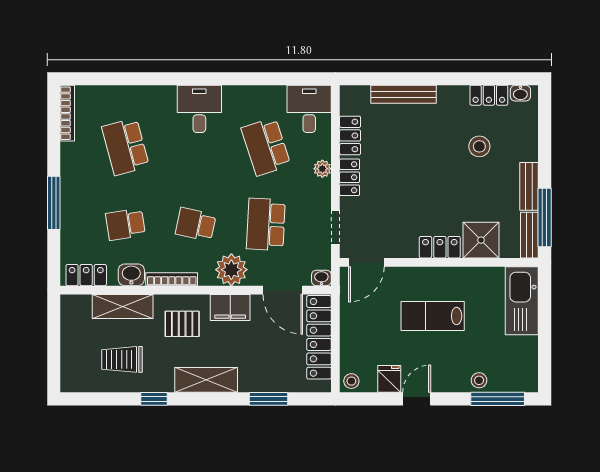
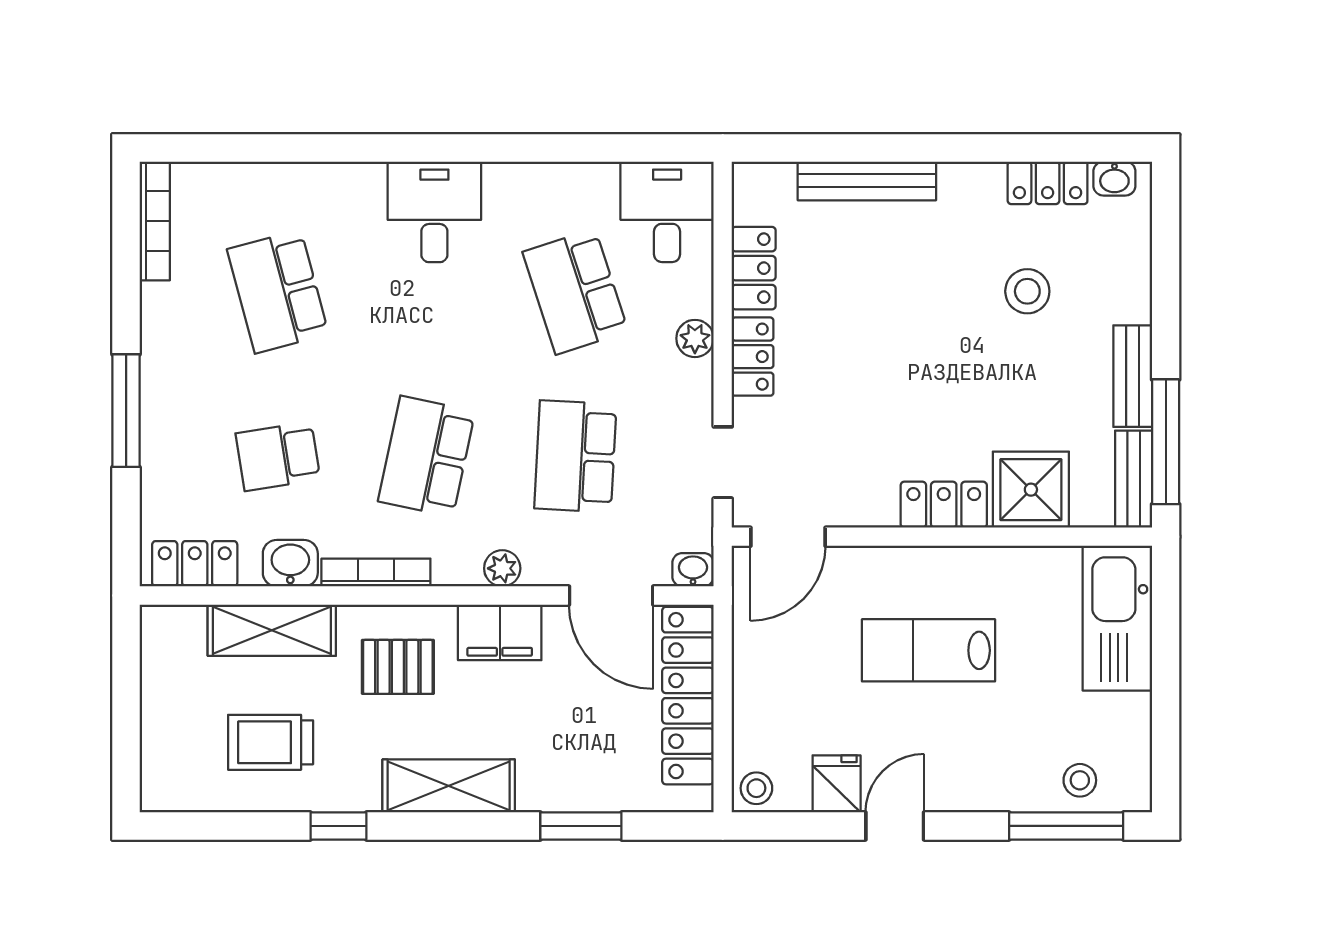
school desk: (196, 224) -> (427, 456), width x1.85
plant: (231, 270) -> (502, 568), width x0.53, depth x0.53
stool: (479, 380) -> (1080, 780), moved

